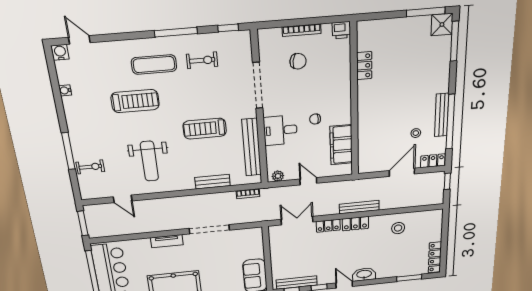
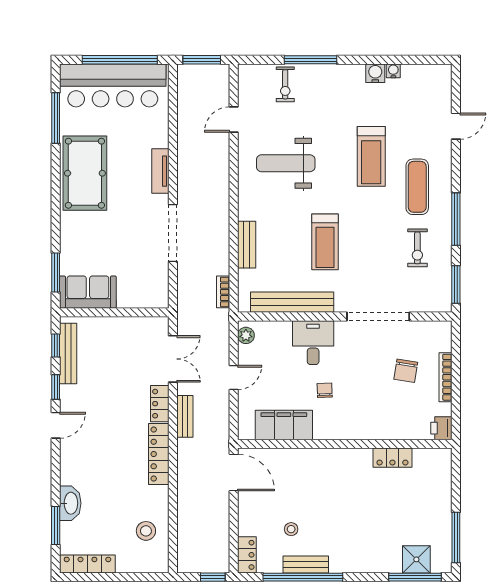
shower: (442, 25) -> (416, 559), moved
window: (228, 28) -> (456, 285), width x1.50
door: (79, 40) -> (456, 126), moved
water cooler: (60, 52) -> (375, 73), moved, turned -90
bench: (442, 115) -> (306, 564), width x0.73
treadmill: (205, 129) -> (325, 242), turned 180
door: (402, 172) -> (234, 472), moved
bench: (359, 207) -> (185, 416), moved, width x0.73
locker: (355, 224) -> (159, 454), width x1.53
stool: (398, 228) -> (146, 531), moved
washbasin: (364, 274) -> (70, 503), moved

